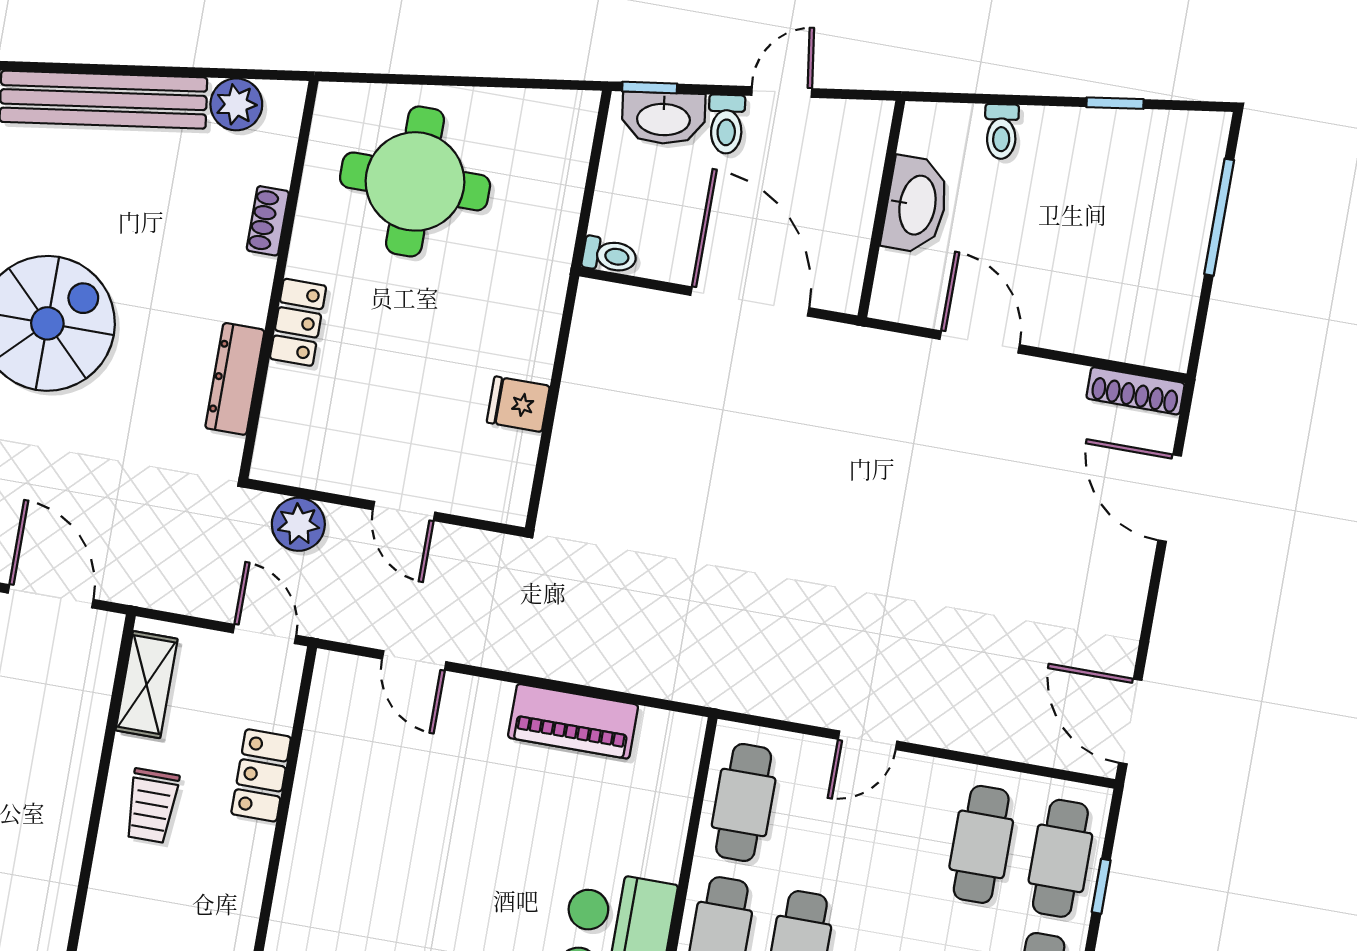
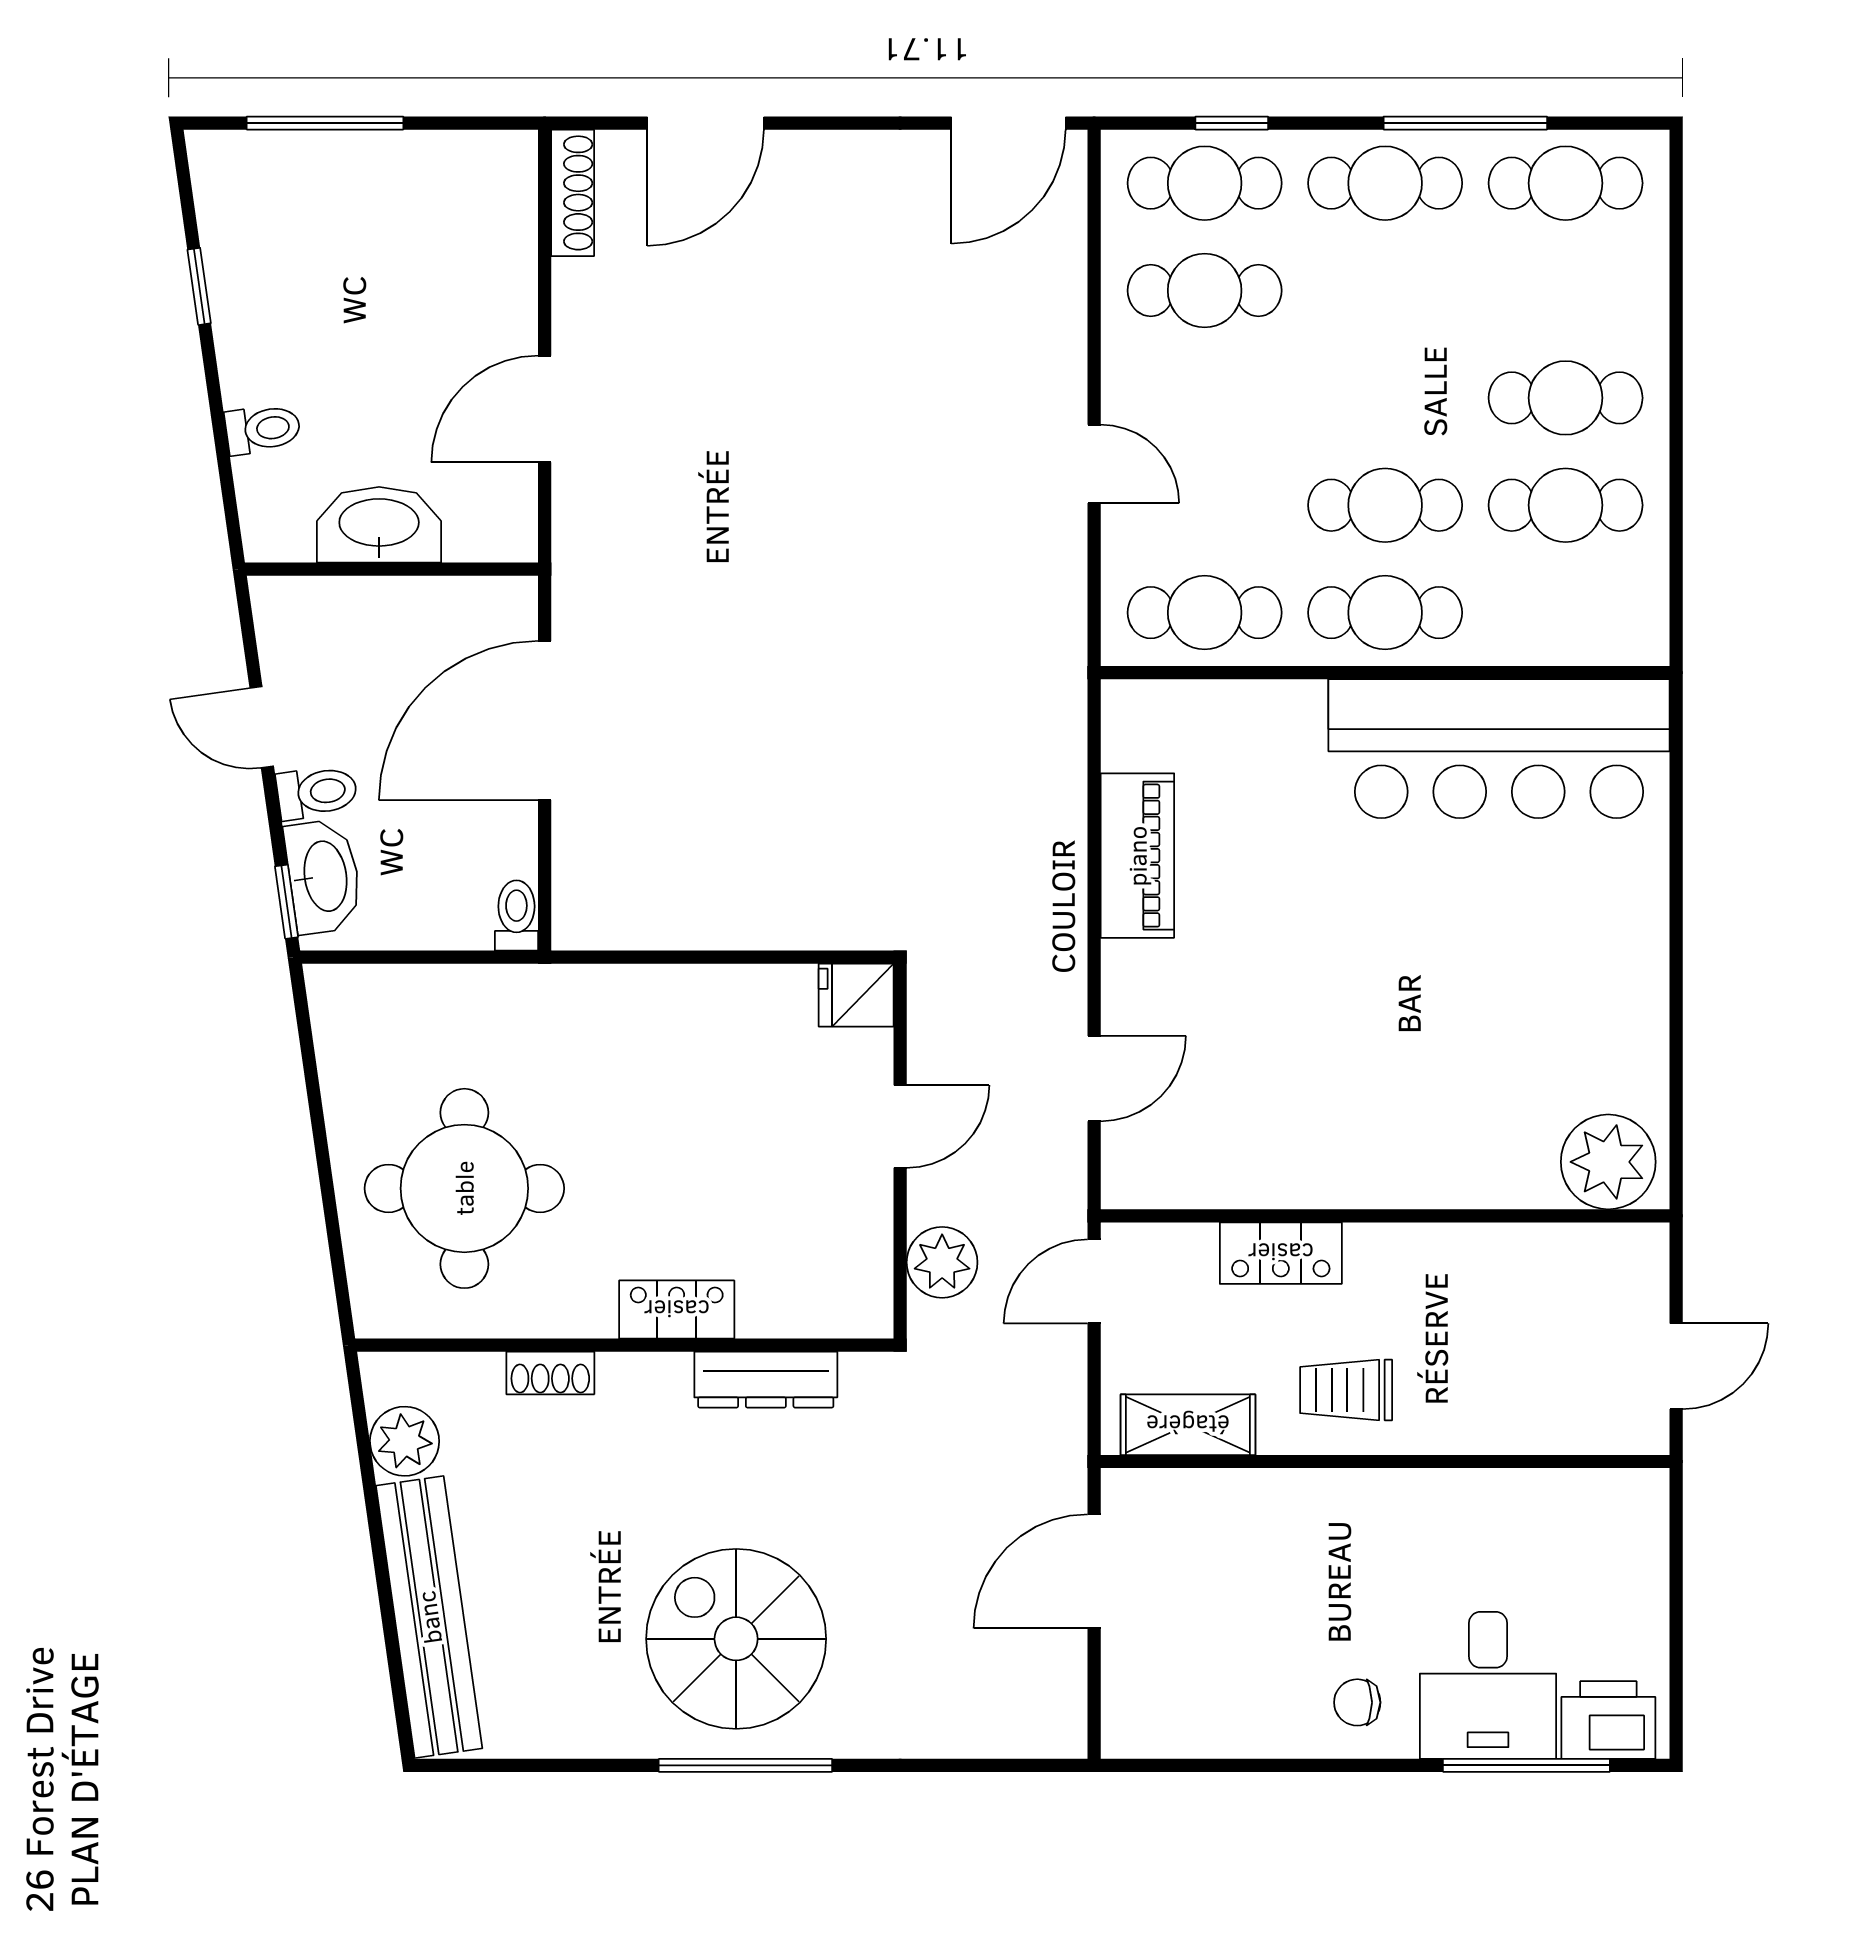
fridge: (518, 404) -> (856, 995), moved, turned 90
trolley: (152, 806) -> (1346, 1390), turned 180

